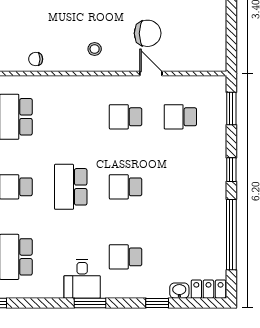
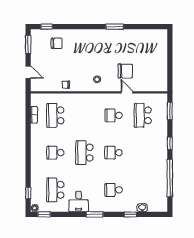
school desk: (180, 117) -> (143, 115), width x1.85
desk: (82, 279) -> (79, 201), moved
locker: (208, 289) -> (158, 207), removed

